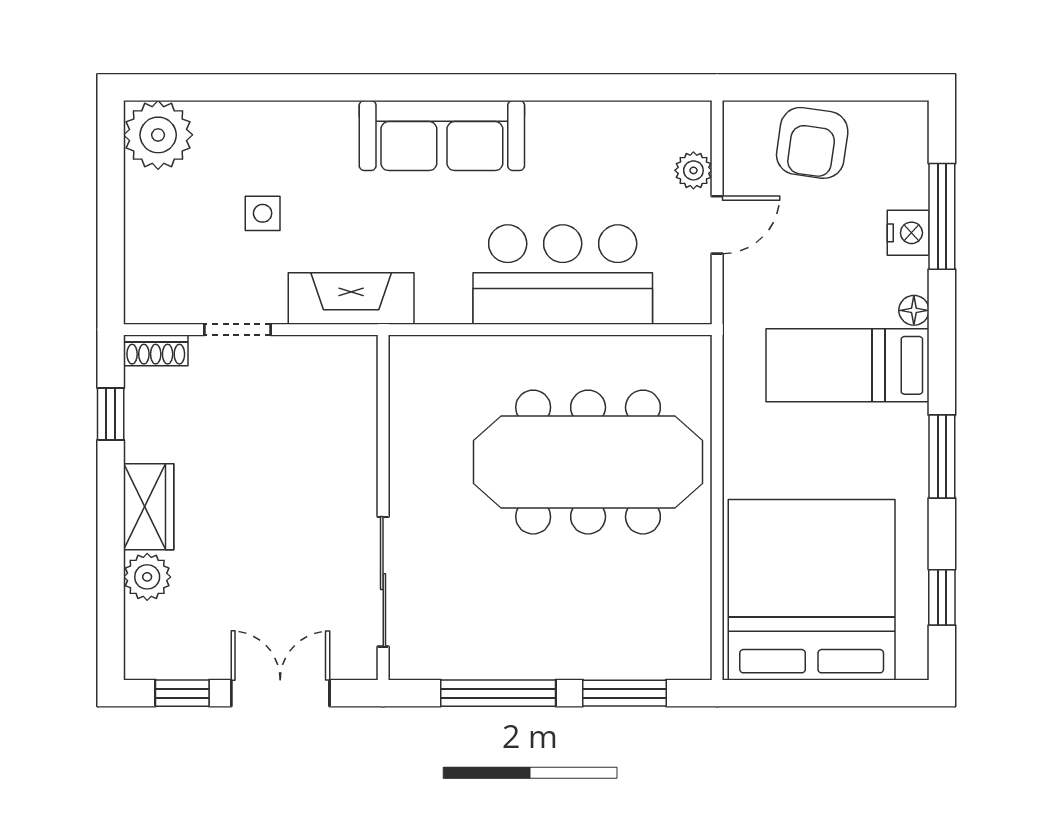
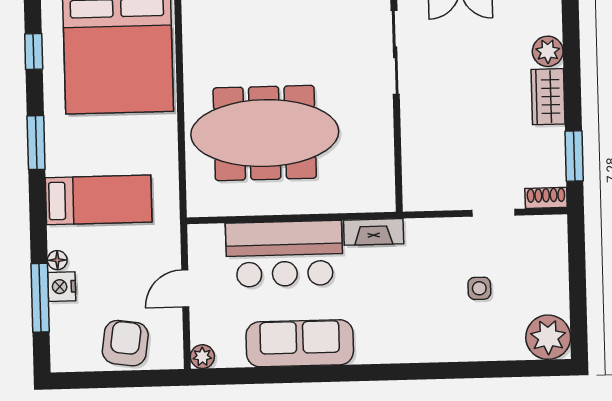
sofa: (442, 136) -> (300, 343), moved
plant: (693, 170) -> (202, 357), moved
fireplace: (351, 299) -> (374, 232), moved, width x0.73, depth x0.76
floor lamp: (914, 310) -> (57, 260), moved
window: (111, 414) -> (574, 156), width x1.50

